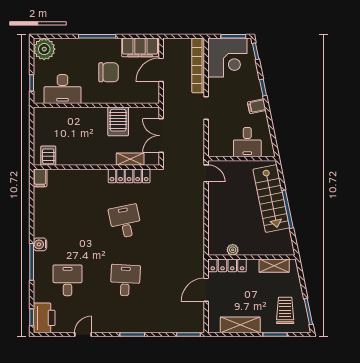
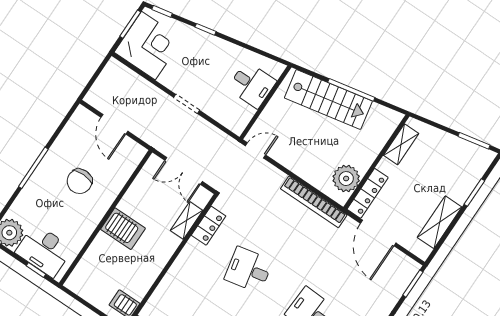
filing cabinet: (140, 47) -> (76, 131), removed
bookcase: (198, 65) -> (314, 202), moved
chair: (109, 72) -> (80, 181), turned 180
desk: (62, 89) -> (44, 251), moved, turned 90
filing cabinet: (257, 106) -> (221, 49), removed
server rack: (118, 121) -> (123, 229), moved
locker: (129, 176) -> (209, 226), width x0.66
plant: (233, 250) -> (346, 179), width x1.88, depth x1.88
door: (206, 290) -> (378, 233), width x1.36
trolley: (285, 310) -> (456, 165), removed

